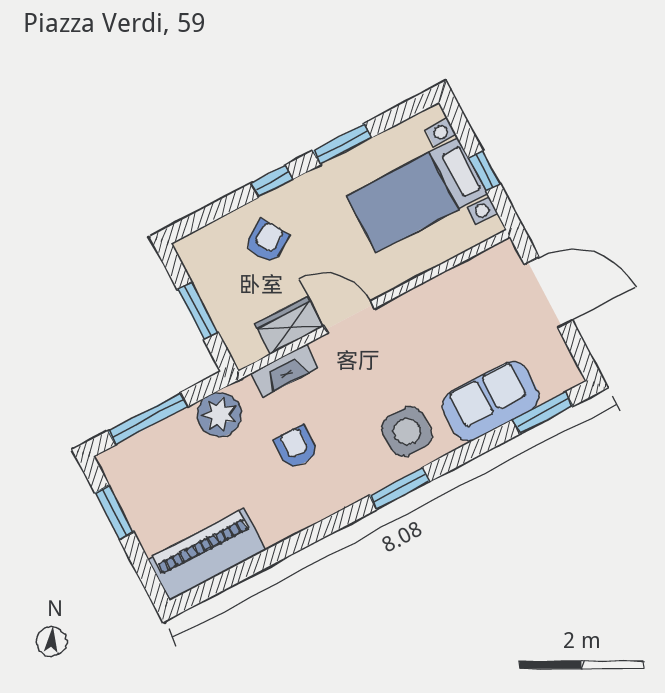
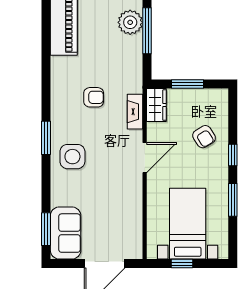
wardrobe: (289, 325) -> (156, 105), moved
sofa: (491, 401) -> (66, 233), moved
plant: (219, 415) -> (130, 22), moved

